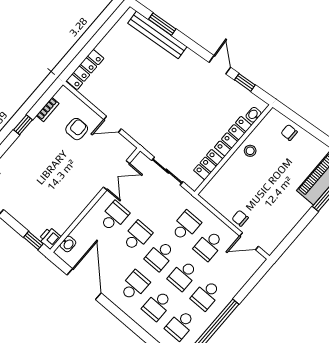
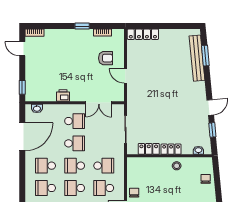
locker: (233, 136) -> (171, 149), width x0.66
printer: (50, 238) -> (63, 95), moved
school desk: (134, 286) -> (45, 166), turned 180

